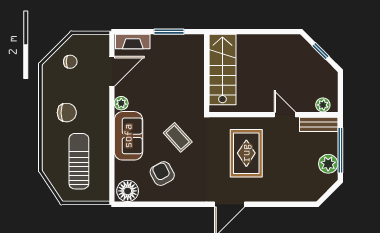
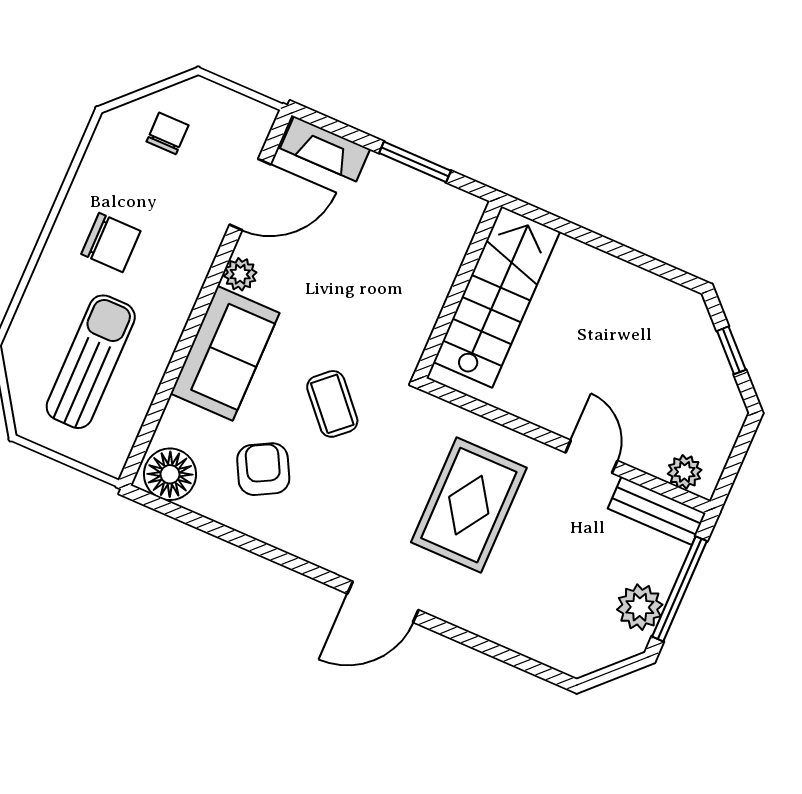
chair: (70, 62) -> (167, 133), turned -90

